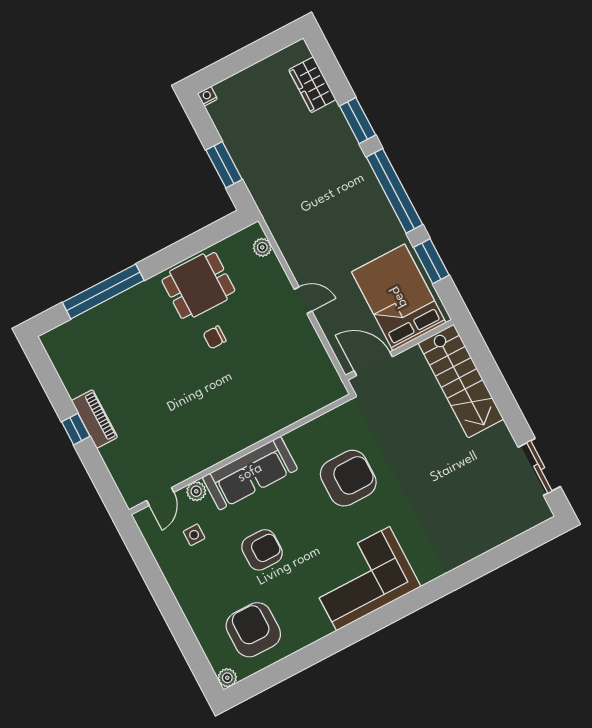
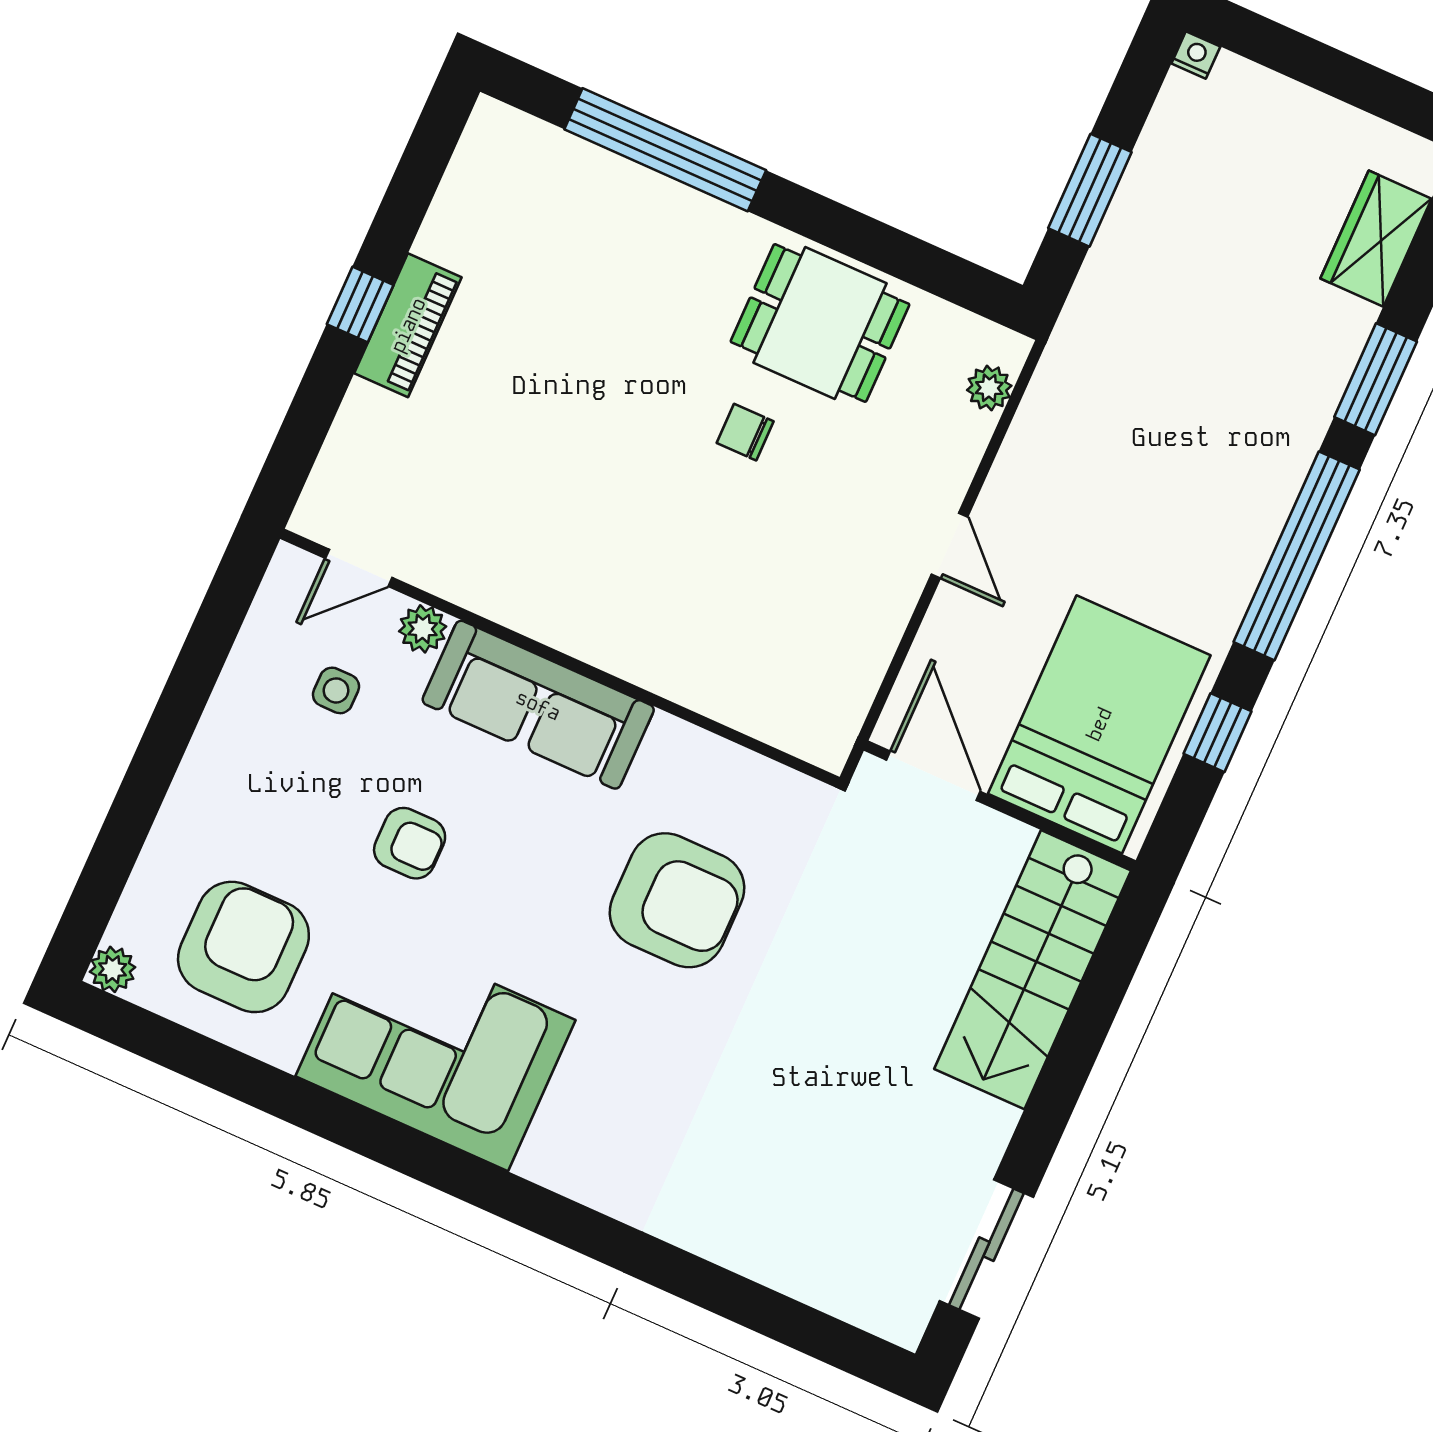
window: (431, 261) -> (1217, 733), width x0.67
armchair: (262, 550) -> (410, 843), width x0.72, depth x0.72
corner sofa: (363, 579) -> (435, 1048), moved

